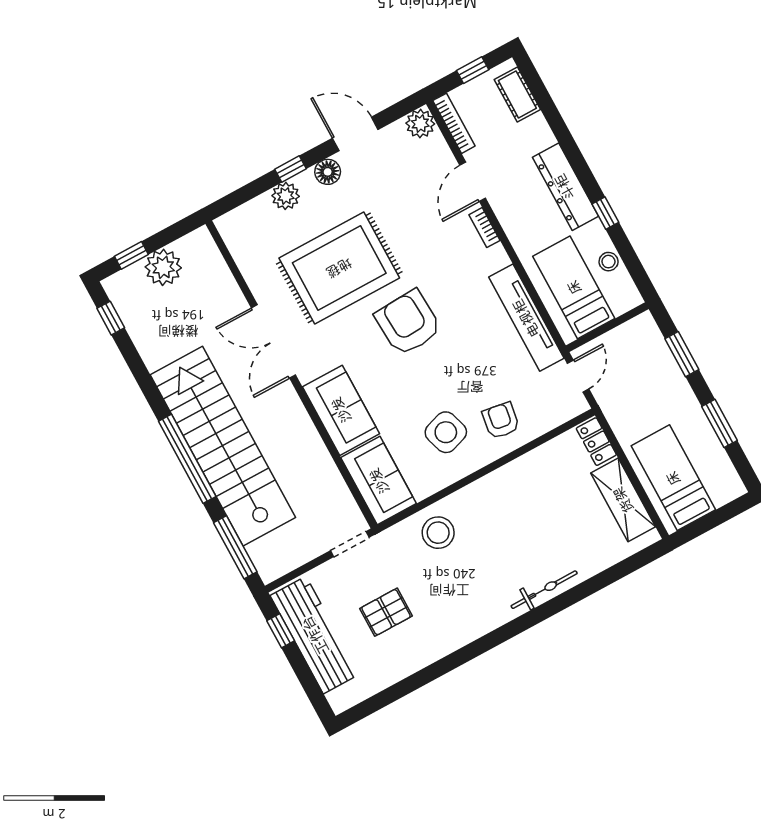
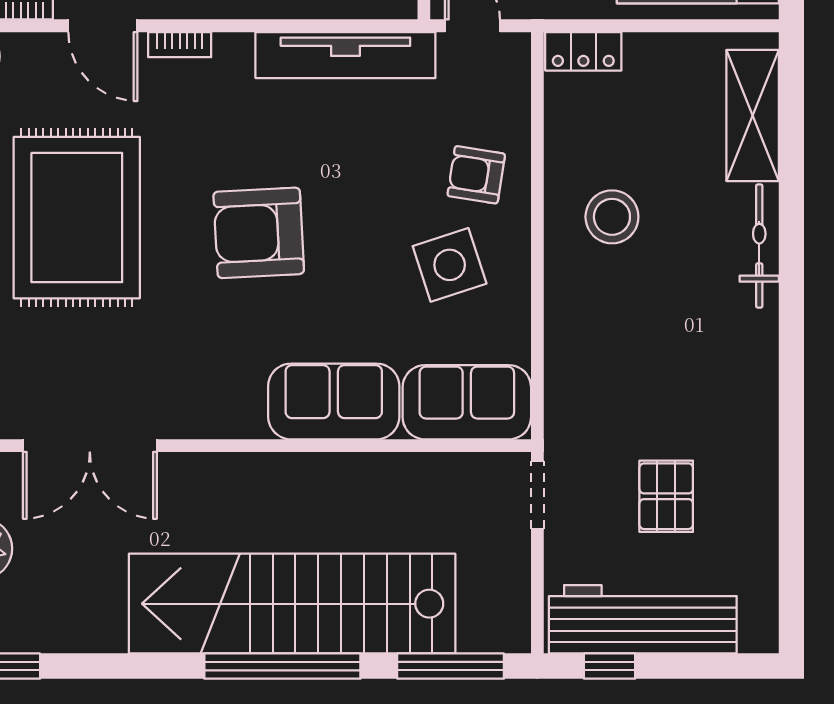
rug: (339, 268) -> (77, 218), moved
double door: (273, 341) -> (90, 446), moved
shelving: (623, 500) -> (753, 115), moved, turned 90
stool: (438, 533) -> (612, 217), moved

